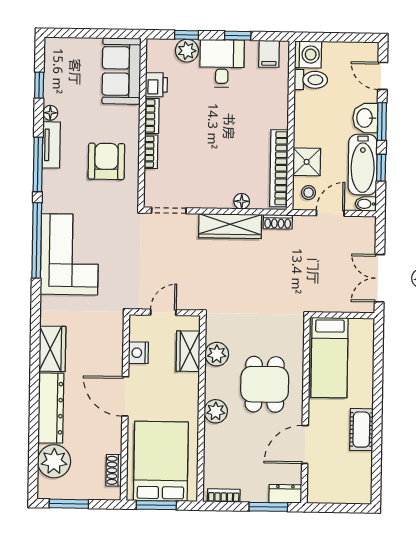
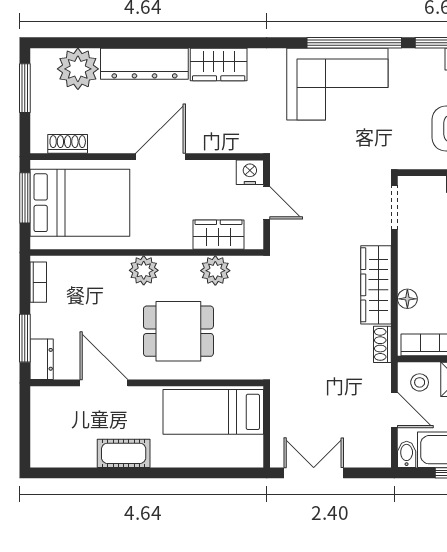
nightstand: (138, 353) -> (250, 172), moved

